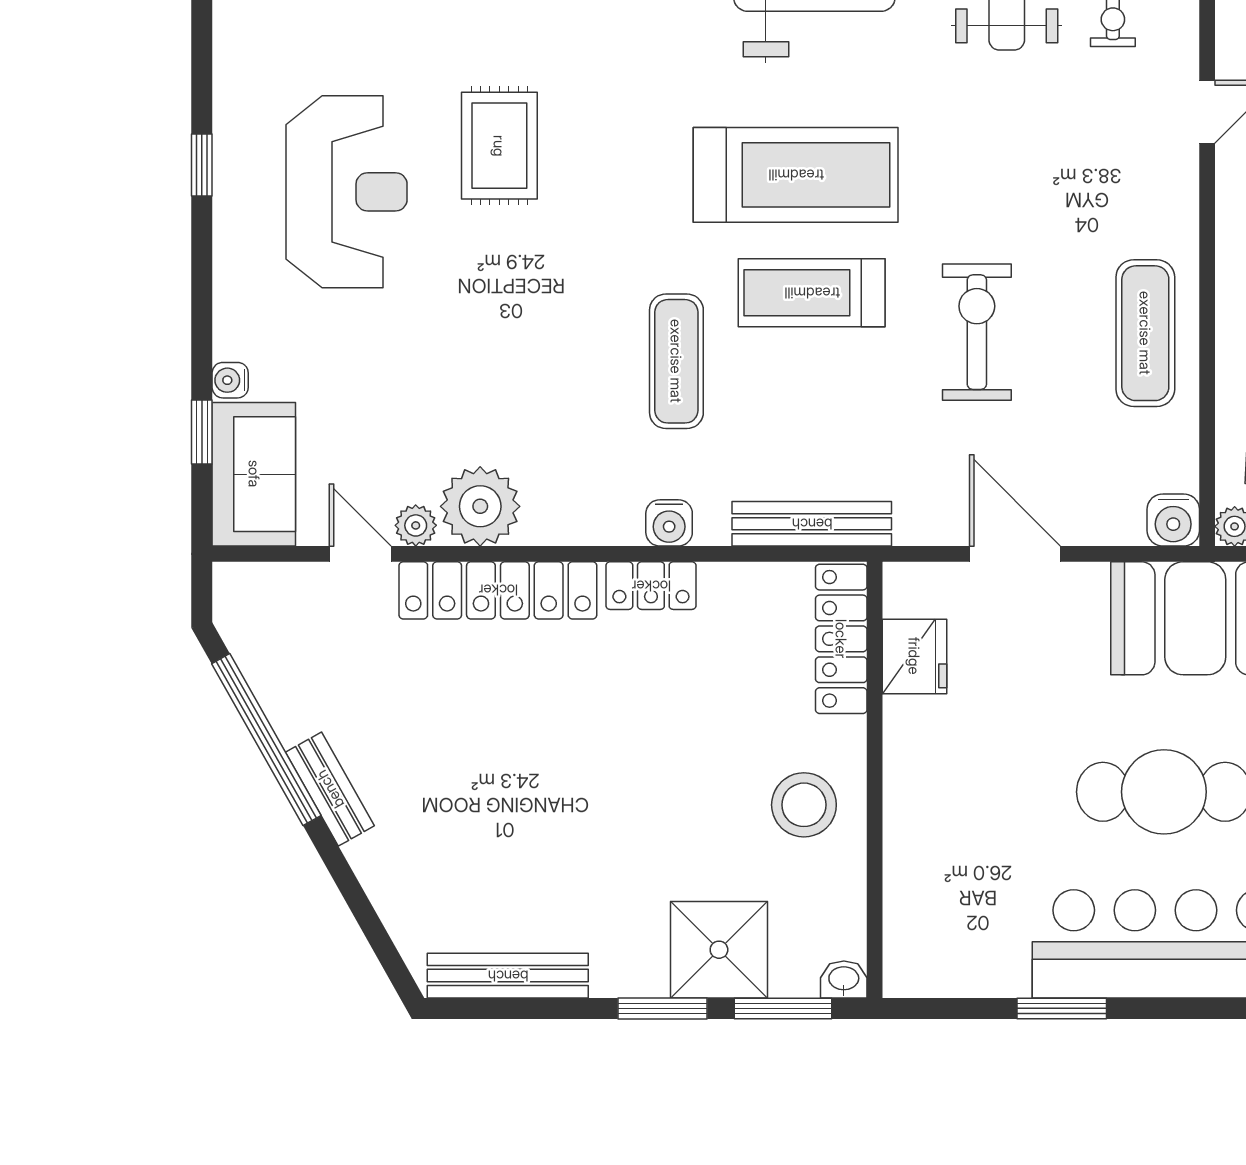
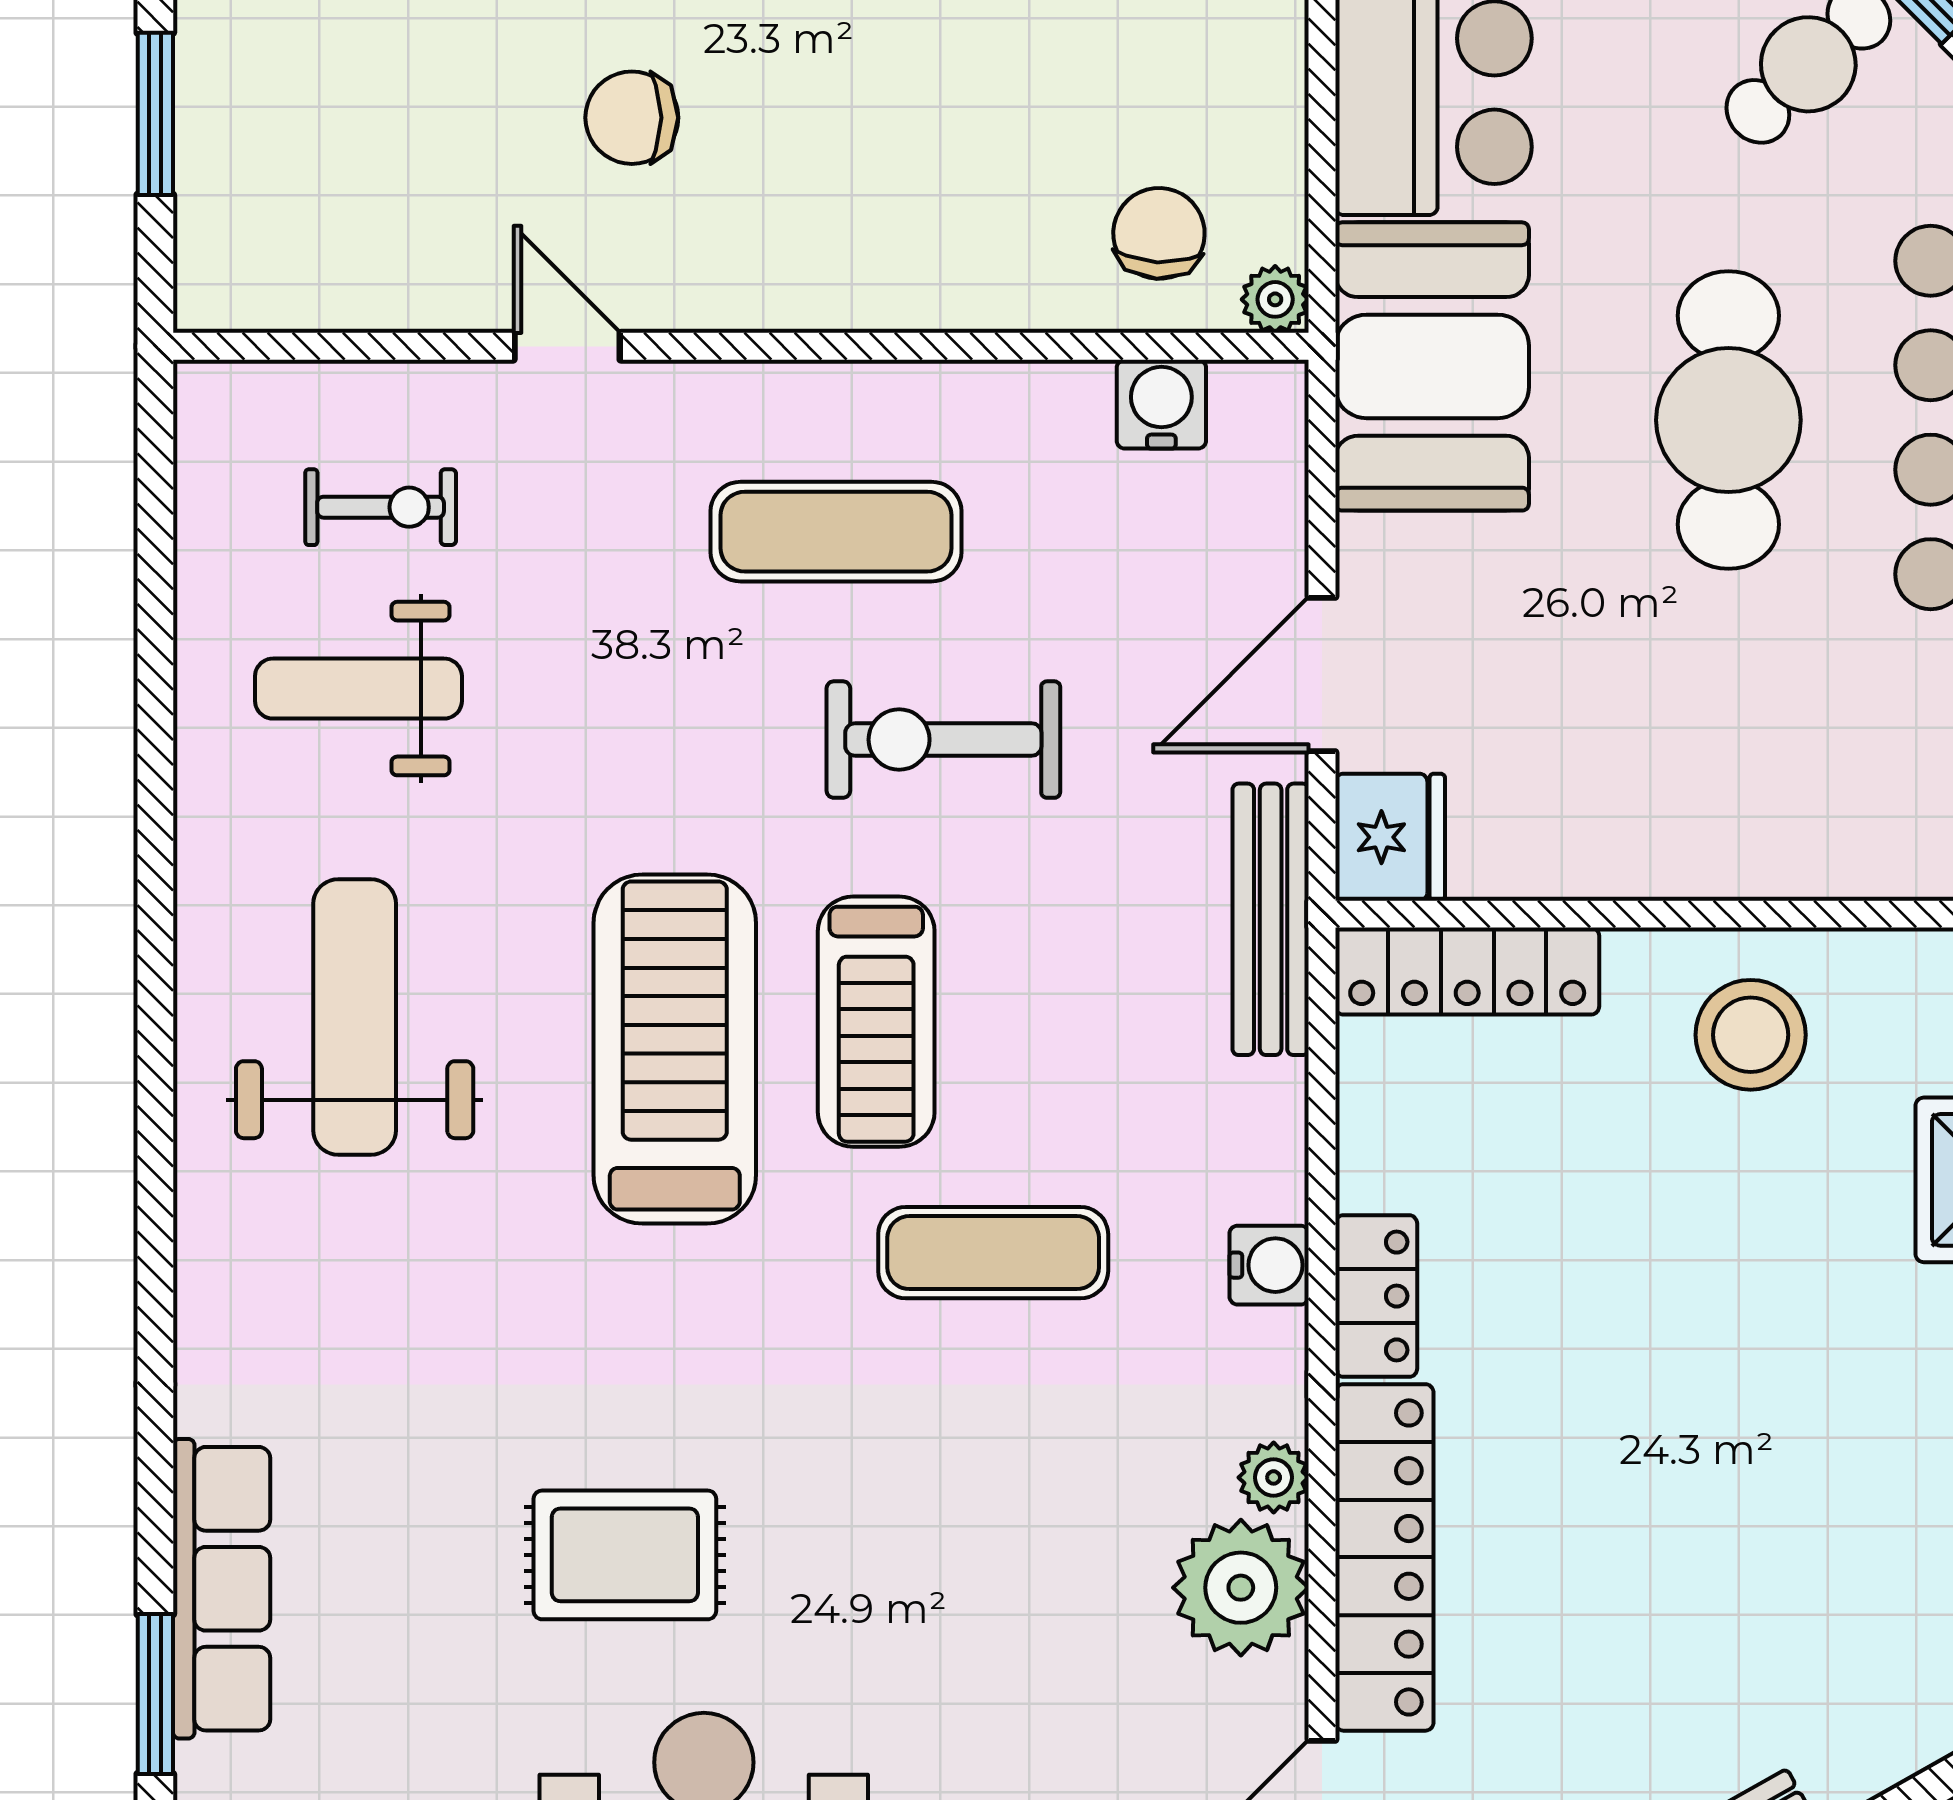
exercise mat: (1145, 333) -> (836, 532), moved
water cooler: (1173, 520) -> (1161, 404), moved, turned -90
bench: (812, 524) -> (1271, 919), moved
plant: (416, 525) -> (1274, 1477), moved
fridge: (914, 656) -> (1390, 837), moved, turned 90

